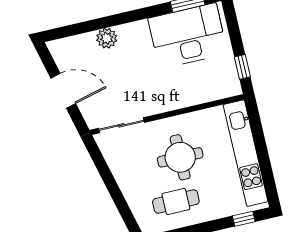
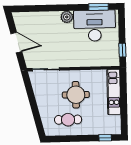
plant: (107, 38) -> (67, 17), moved
kitchen unit: (246, 153) -> (114, 92), width x0.73

